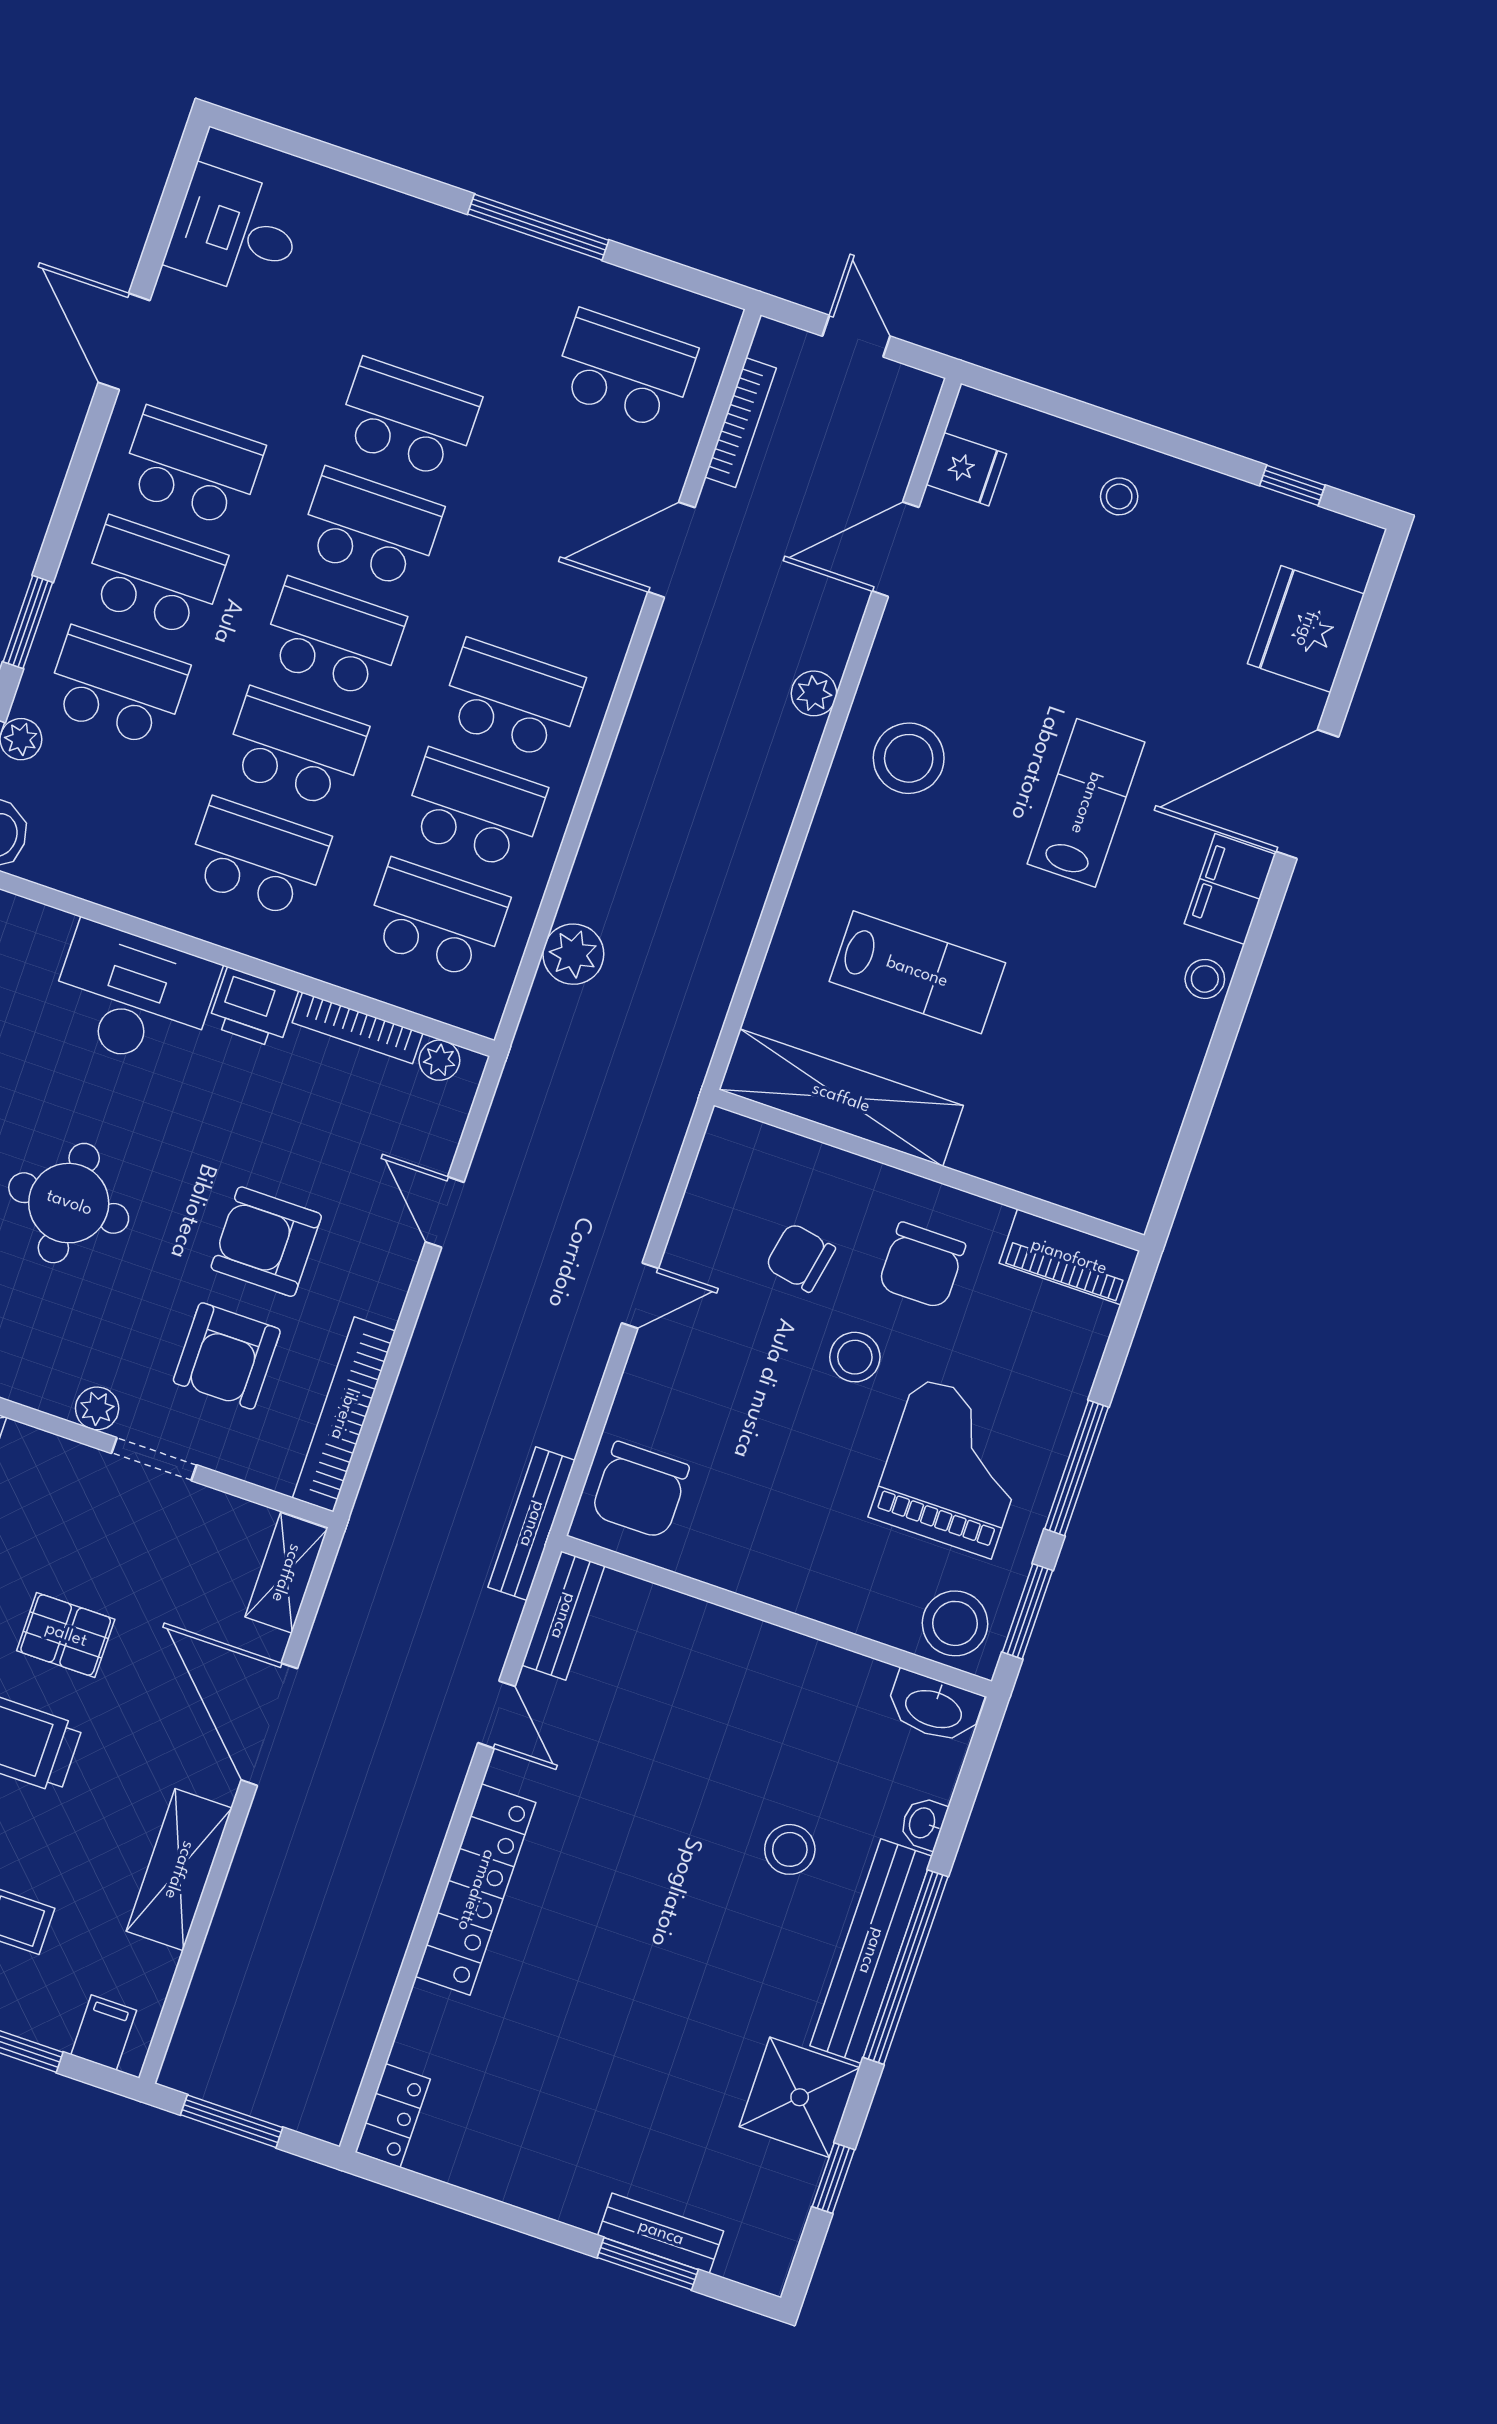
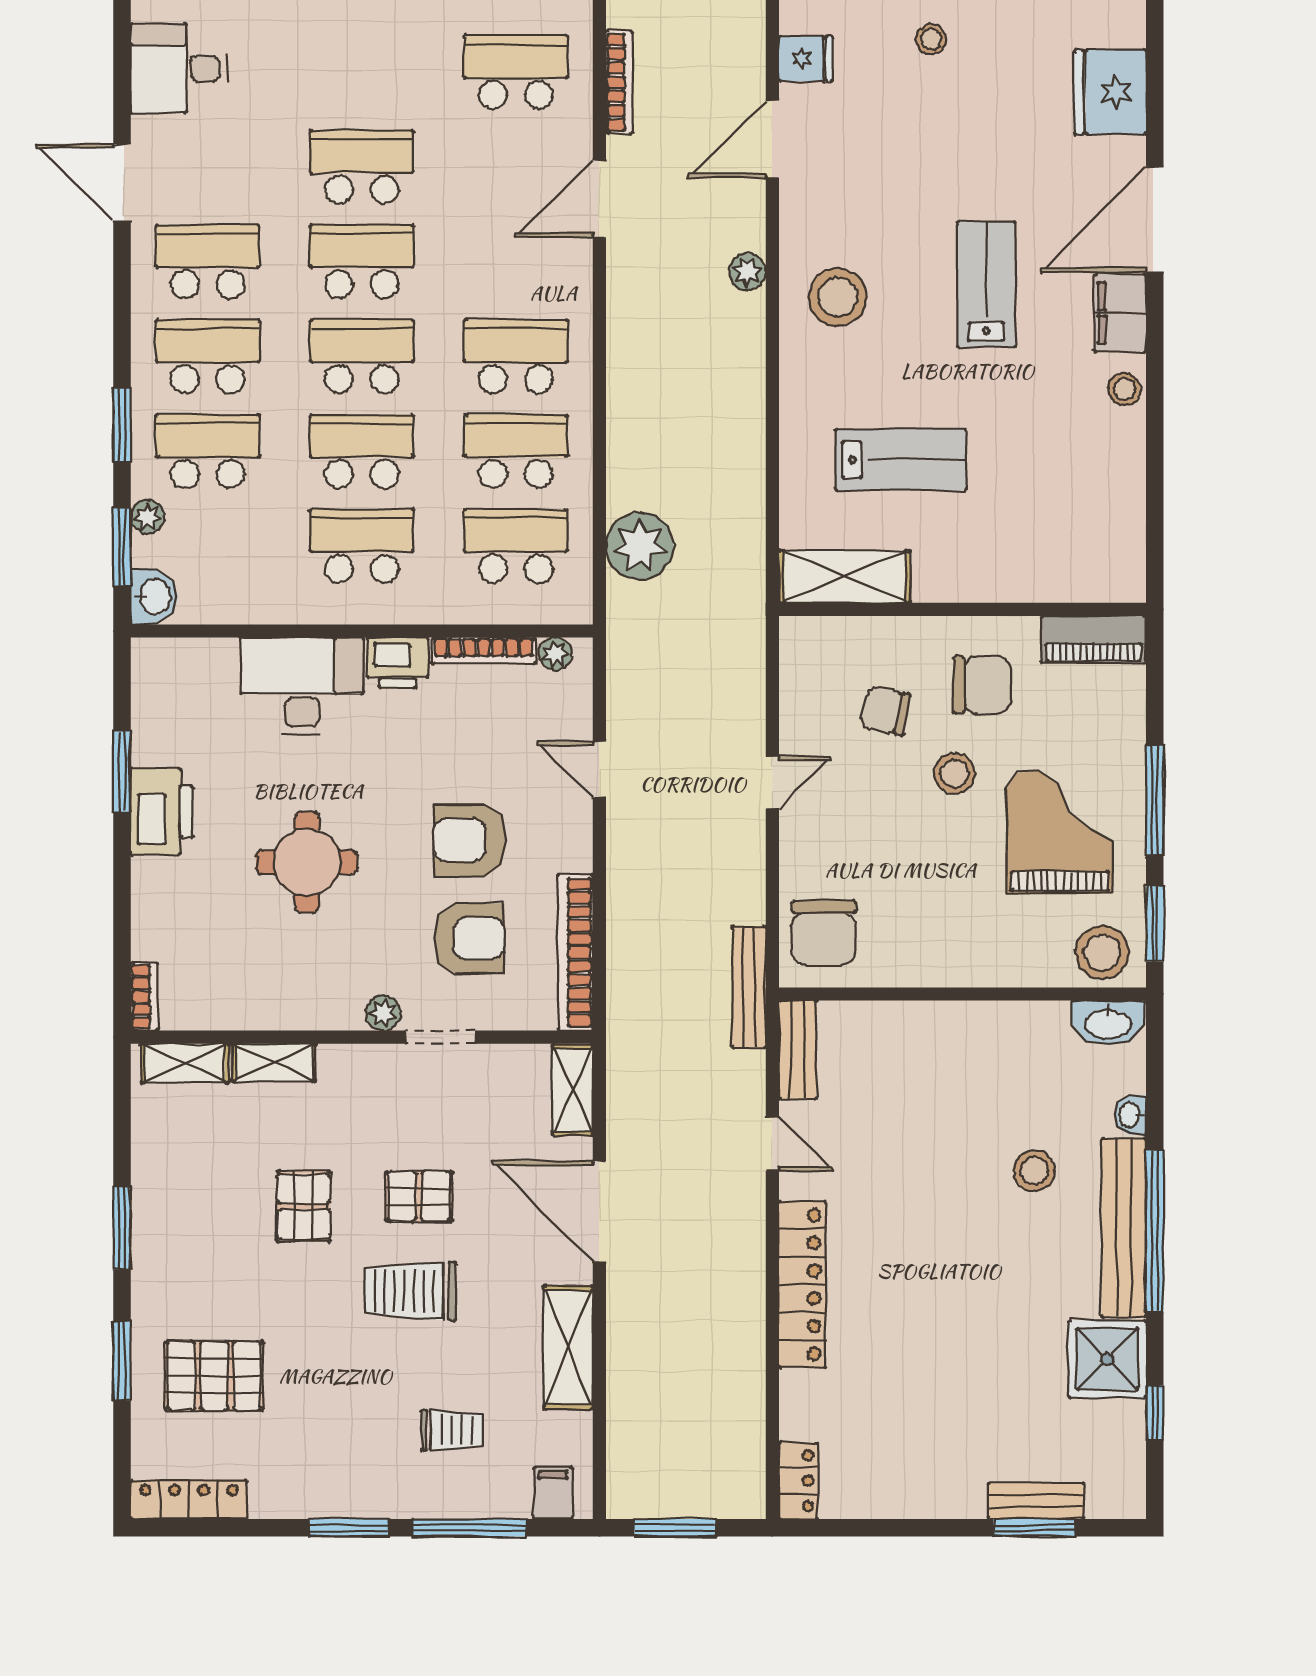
plant: (573, 954) -> (640, 546), width x1.36, depth x1.36
shelving: (841, 1098) -> (845, 577), width x0.68
chair: (922, 1265) -> (982, 685), turned -90
armchair: (227, 1356) -> (469, 938), turned -90

